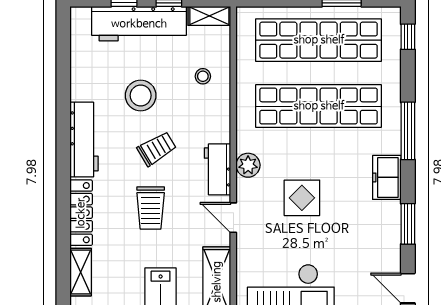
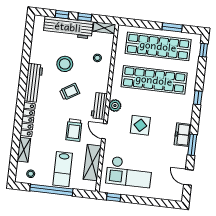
window: (408, 131) -> (198, 98), width x0.46
freezer: (387, 177) -> (183, 135), moved
trolley: (151, 208) -> (74, 130), moved

